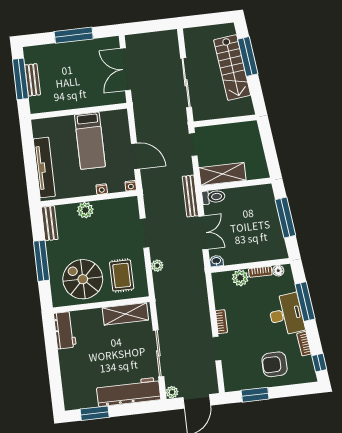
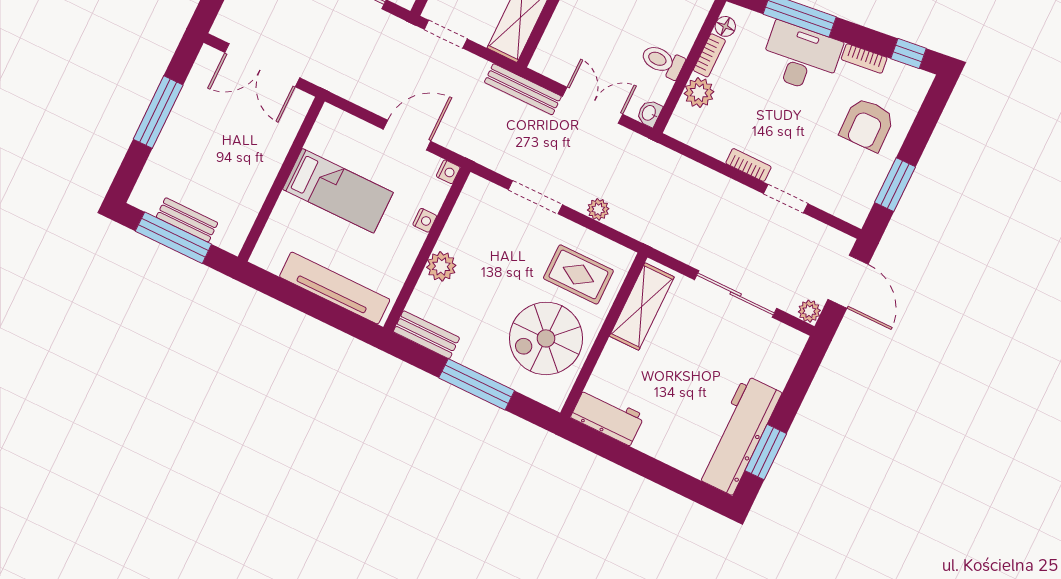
toilet: (213, 197) -> (663, 61), moved, turned -90
workbench: (128, 392) -> (739, 435), moved

